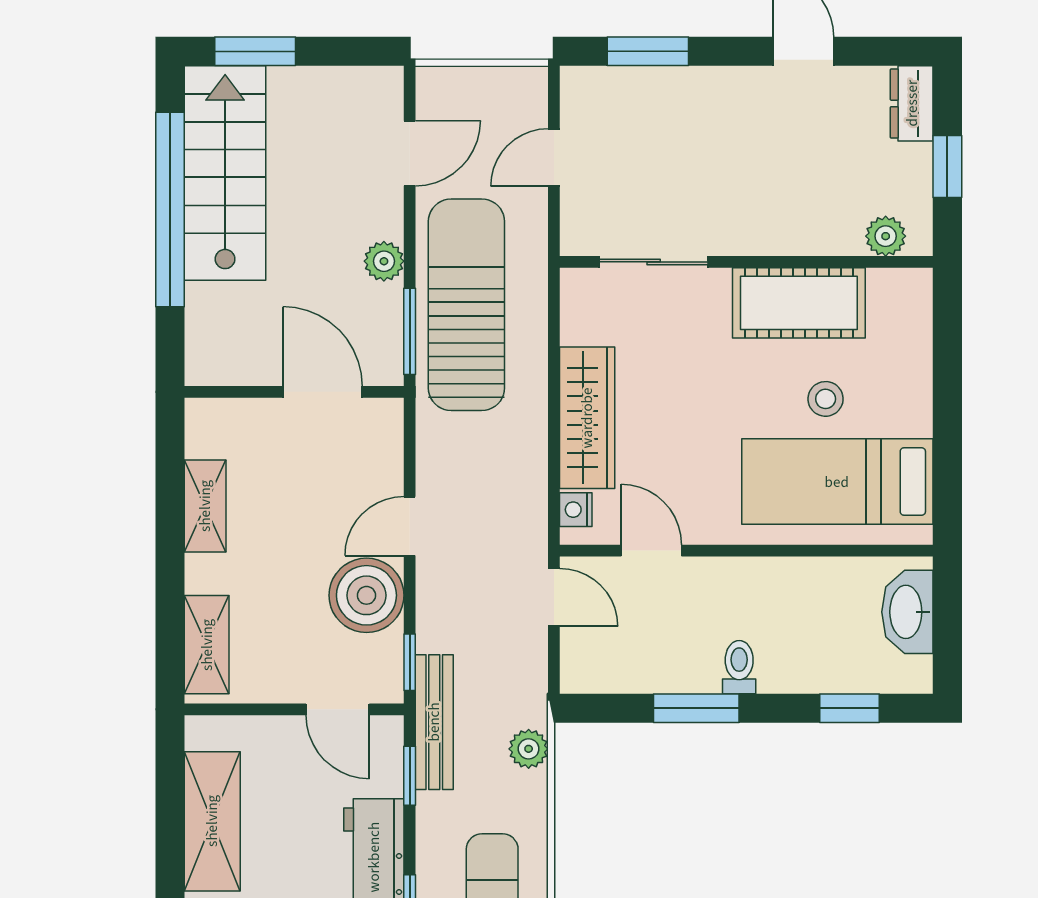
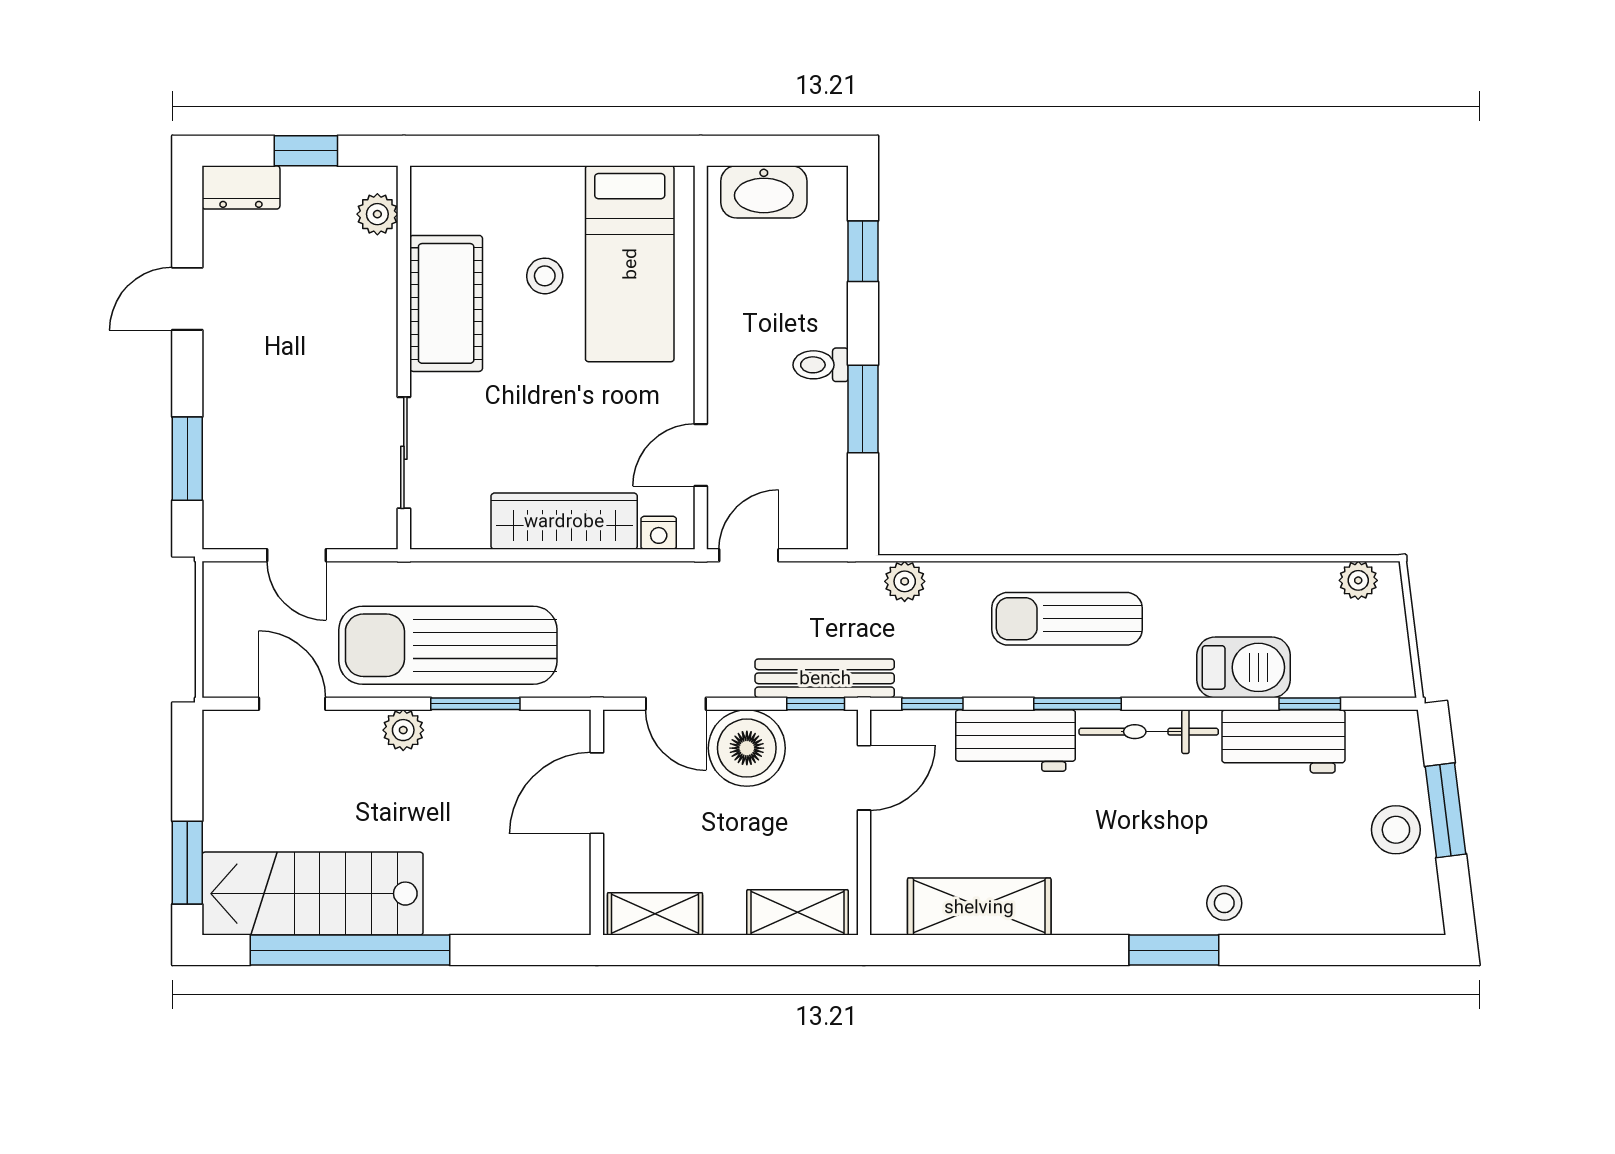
wall: (294, 392) -> (597, 822), moved
door: (323, 392) -> (597, 793), moved
bench: (434, 722) -> (825, 678), moved

